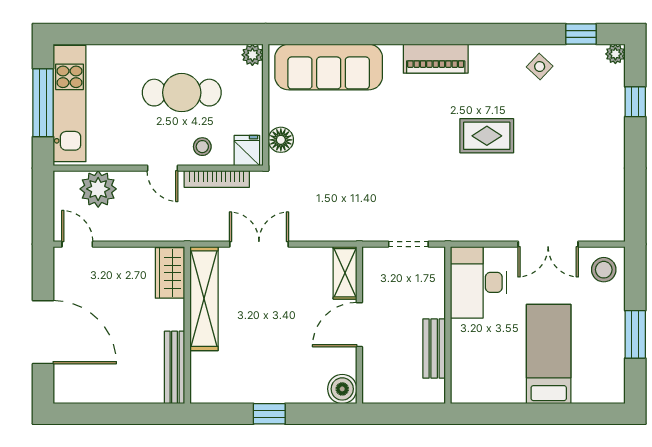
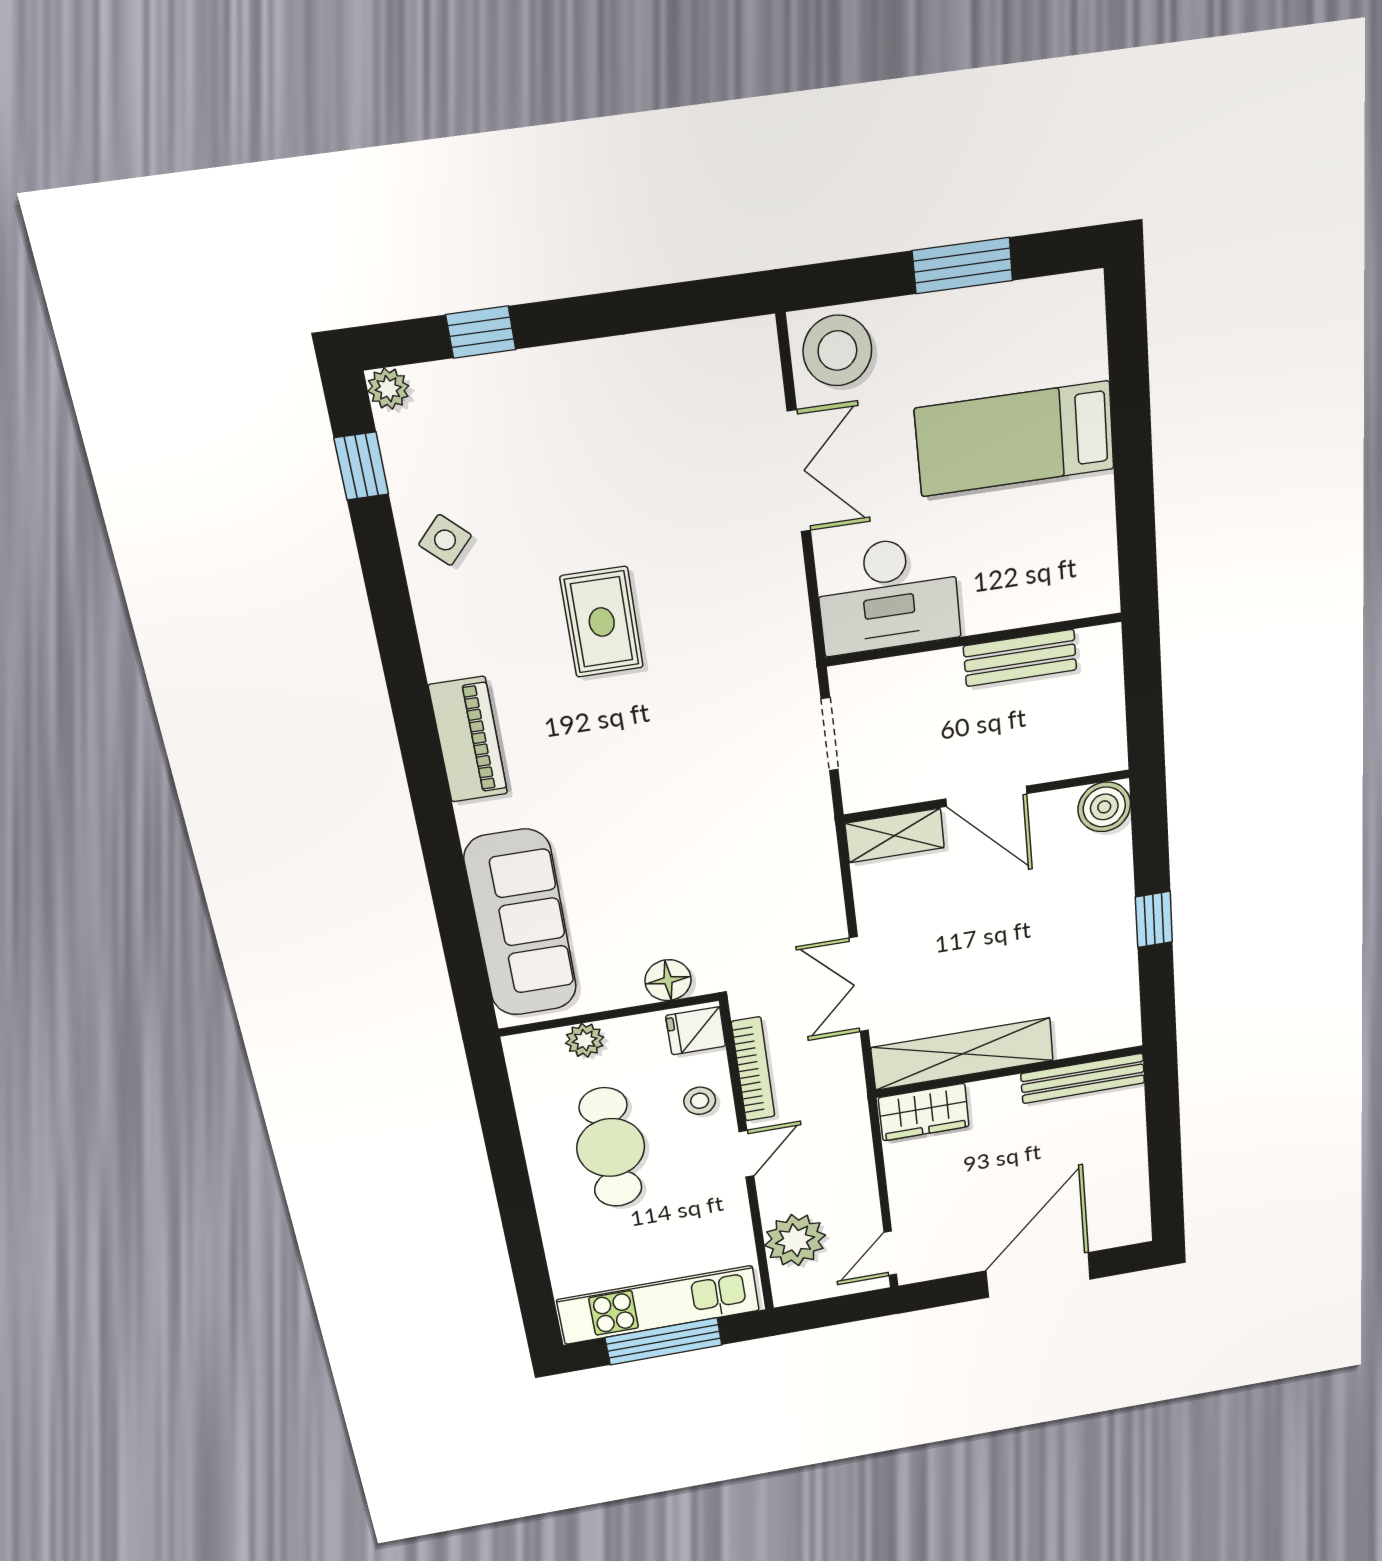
plant: (252, 55) -> (585, 1040), moved
stool: (604, 270) -> (837, 351), width x1.38, depth x1.38

